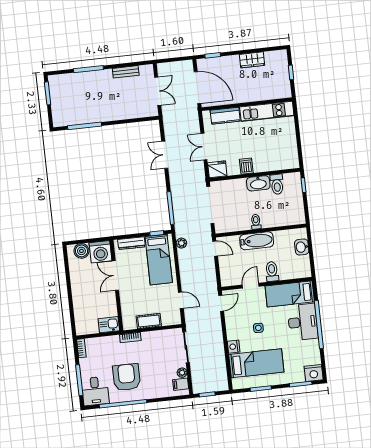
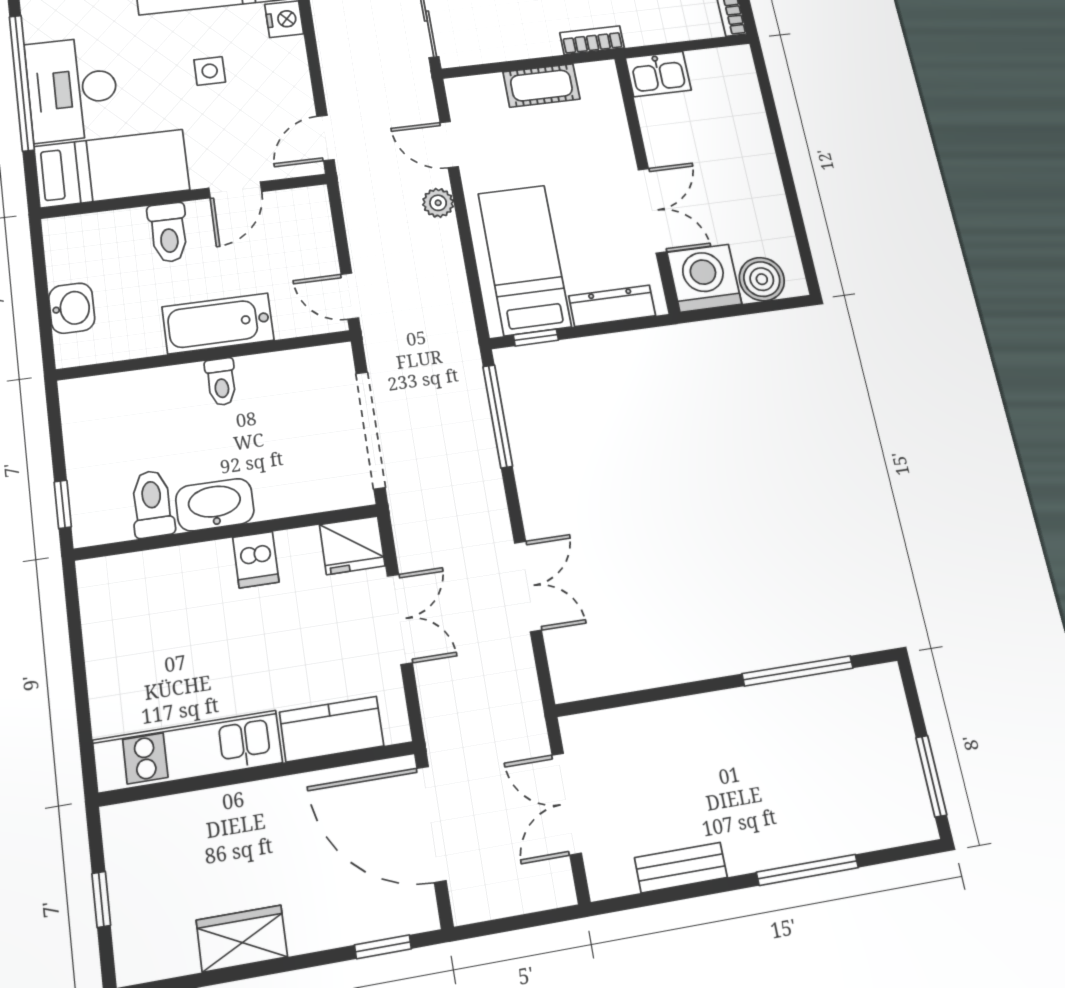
plant: (181, 243) -> (438, 203), moved

